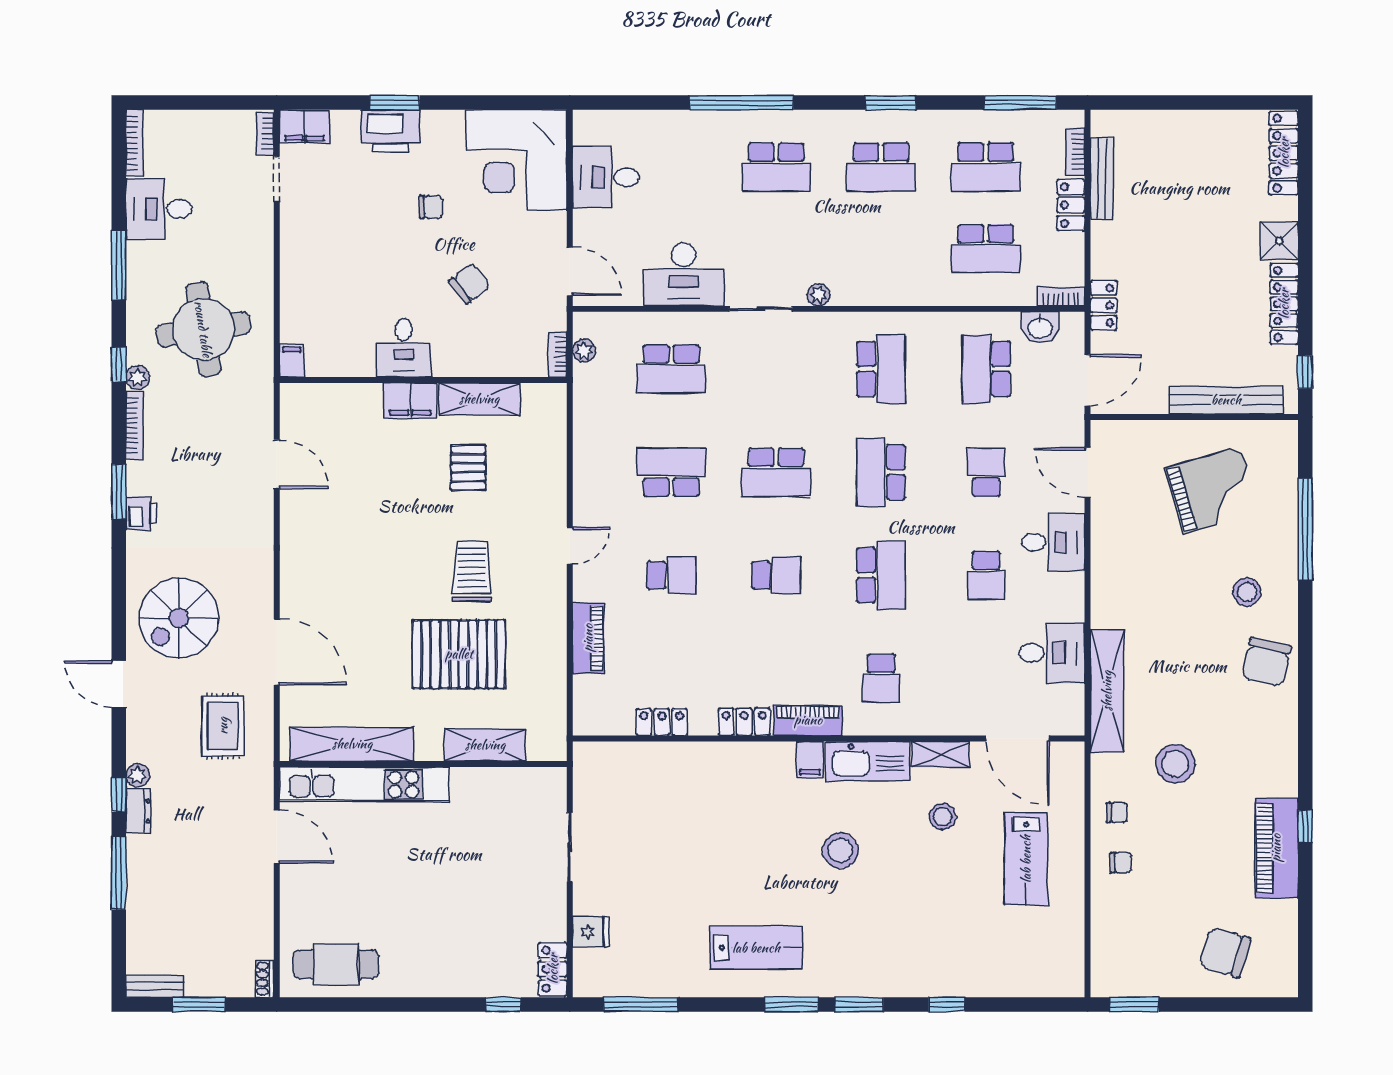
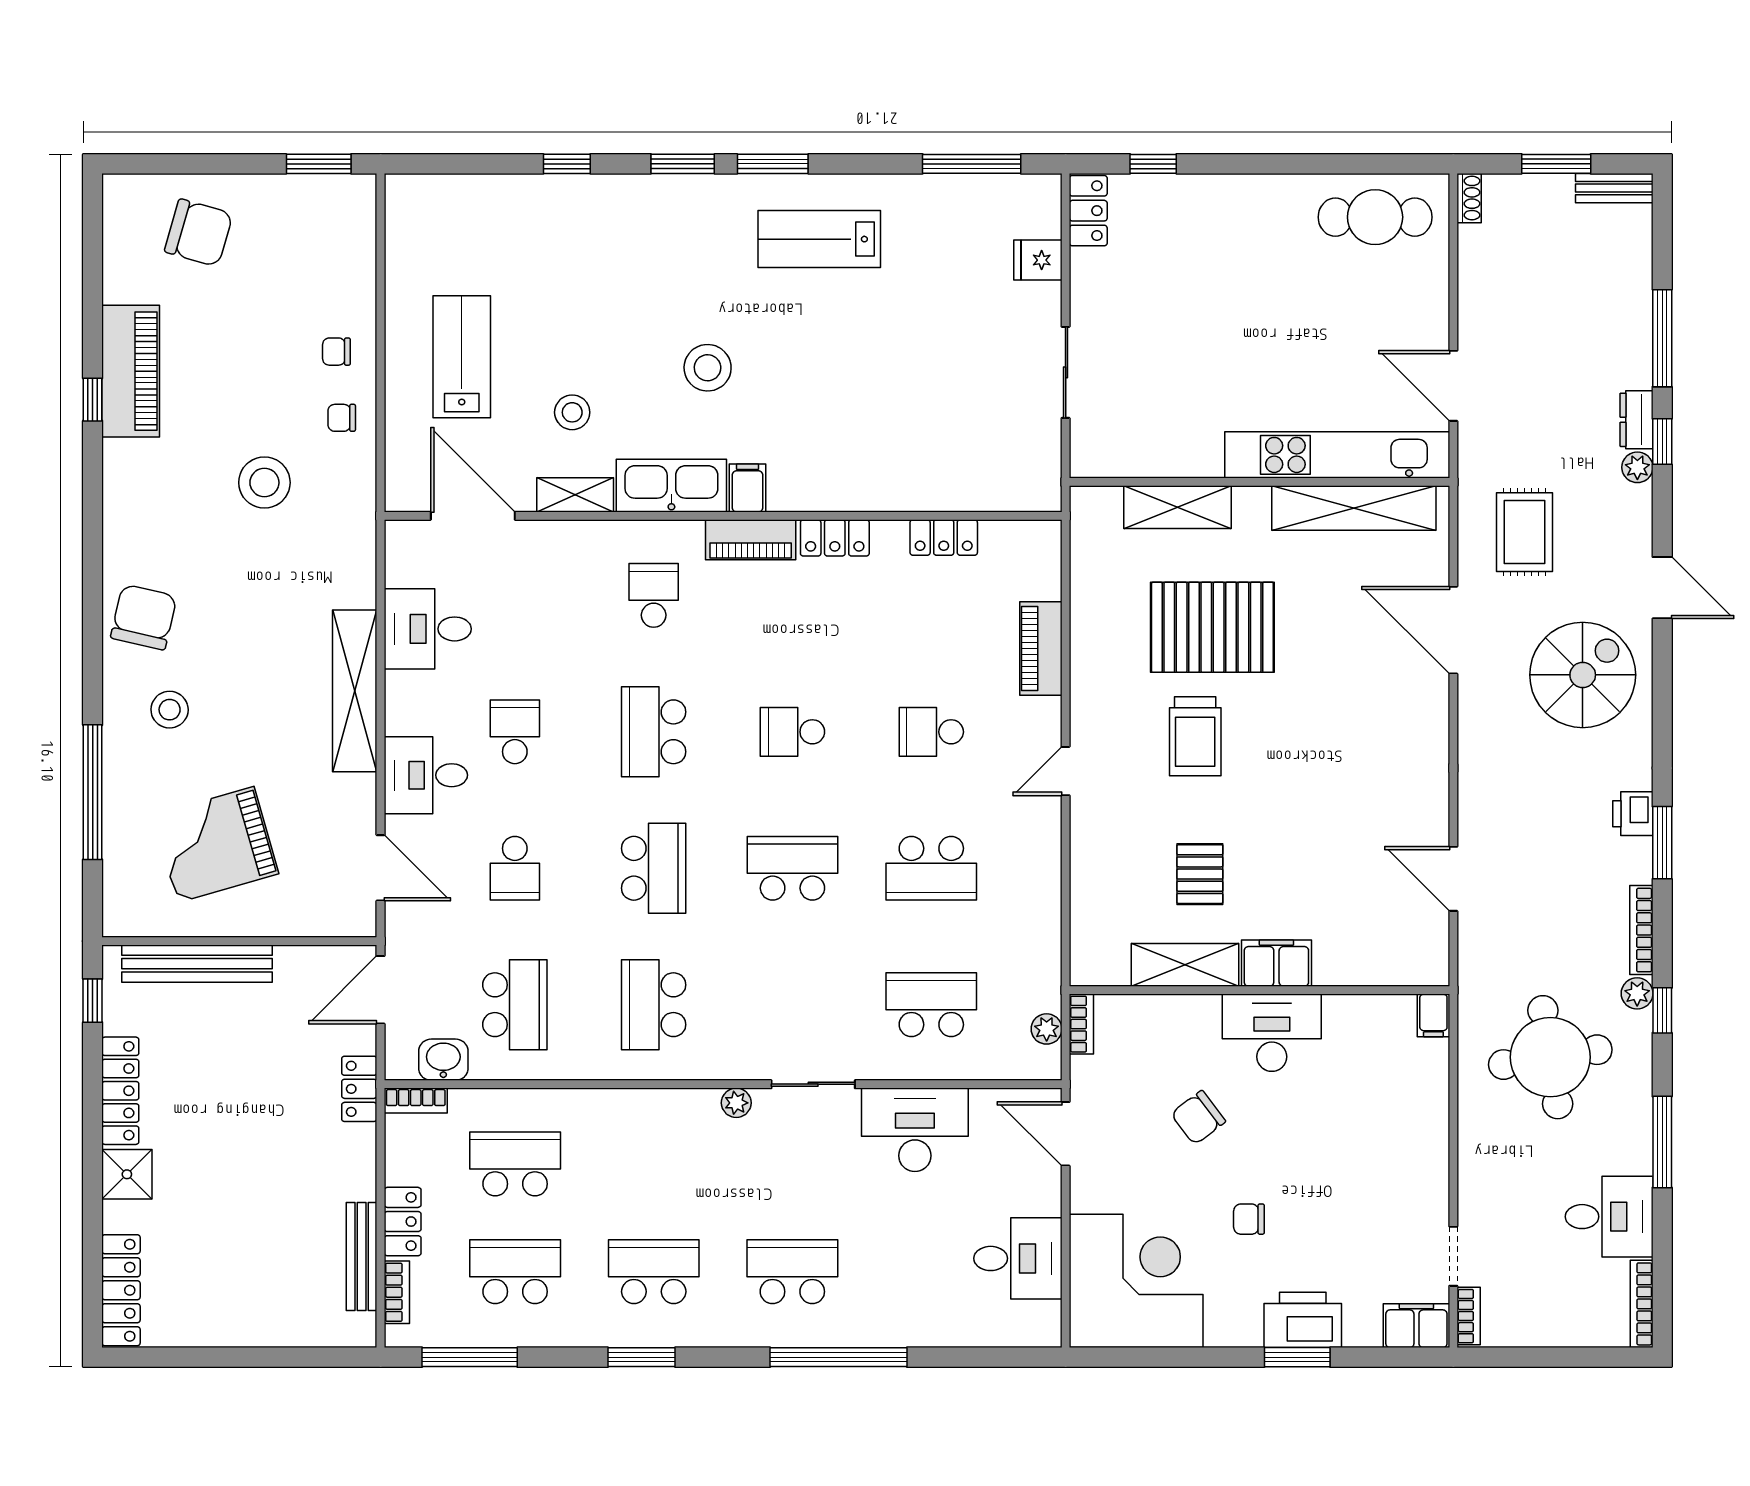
desk: (404, 348) -> (1272, 1033), width x1.37
shelving: (1107, 691) -> (355, 691), moved

